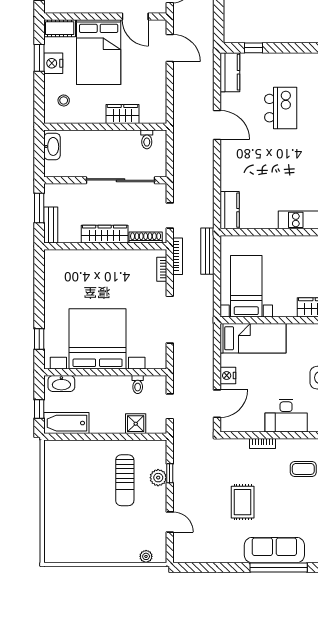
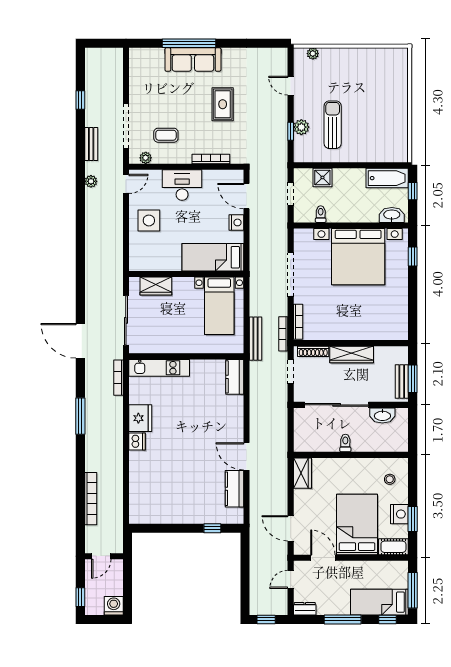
kitchen counter: (230, 72) -> (234, 489), moved
kitchen island: (281, 108) -> (187, 472), removed
wardrobe: (123, 114) -> (302, 473), moved, turned -90
toilet: (147, 139) -> (345, 443), moved
washbasin: (52, 146) -> (382, 415), moved, turned -90
bench: (51, 225) -> (402, 381), moved
bookcase: (162, 269) -> (298, 322), width x1.56
door: (217, 404) -> (247, 196), hinge flipped
bookcase: (263, 444) -> (211, 159), width x1.56

